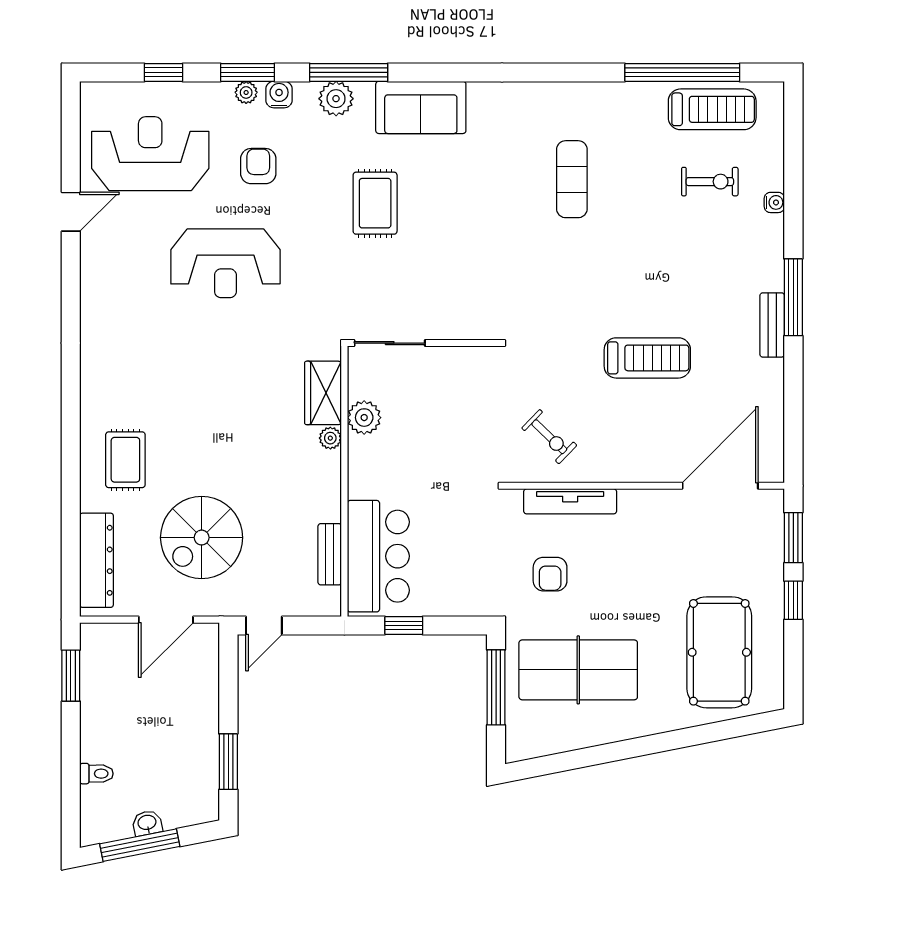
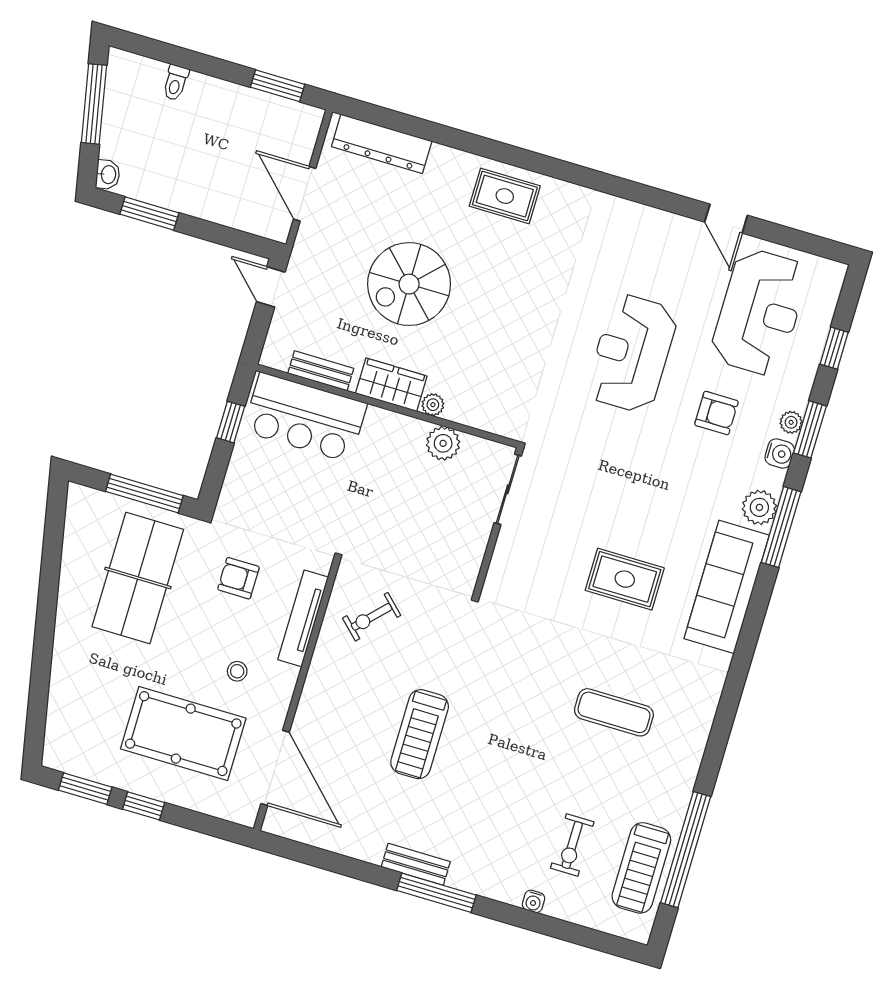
sofa: (421, 107) -> (727, 587), width x1.36
rug: (375, 203) -> (625, 579), moved
wardrobe: (323, 393) -> (391, 385), moved
rug: (125, 460) -> (505, 196), moved
spiral stairs: (202, 538) -> (409, 284), moved, turned -90
window: (793, 538) -> (85, 789), moved
stool: (639, 549) -> (237, 671), added
pool table: (719, 652) -> (183, 734), moved
washbasin: (147, 823) -> (108, 175), moved

